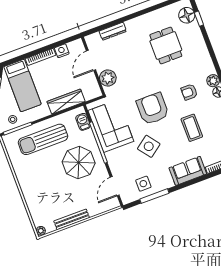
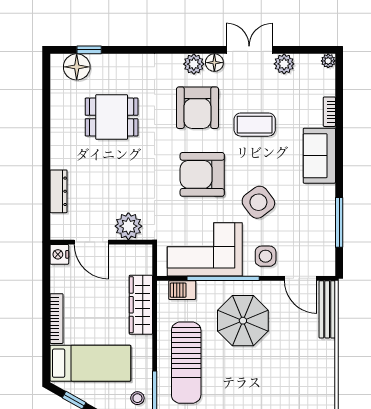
nightstand: (62, 51) -> (59, 254), moved
armchair: (189, 92) -> (197, 108), width x1.88, depth x1.88
side table: (143, 184) -> (266, 256), moved
bench: (72, 219) -> (327, 309), moved

